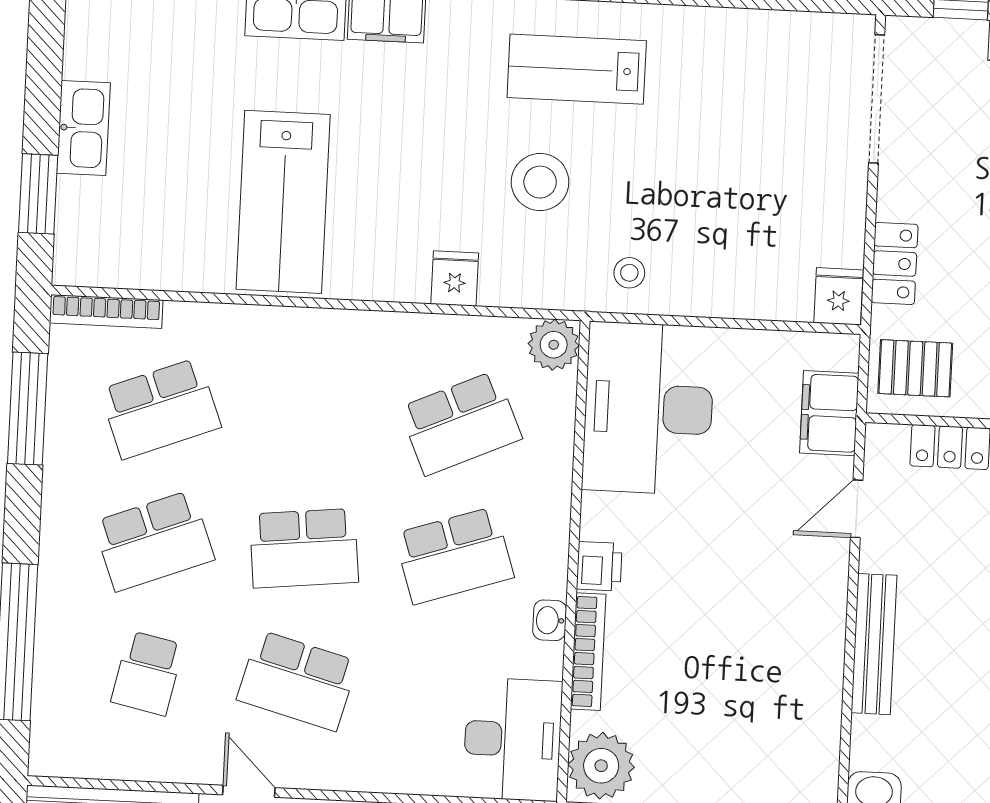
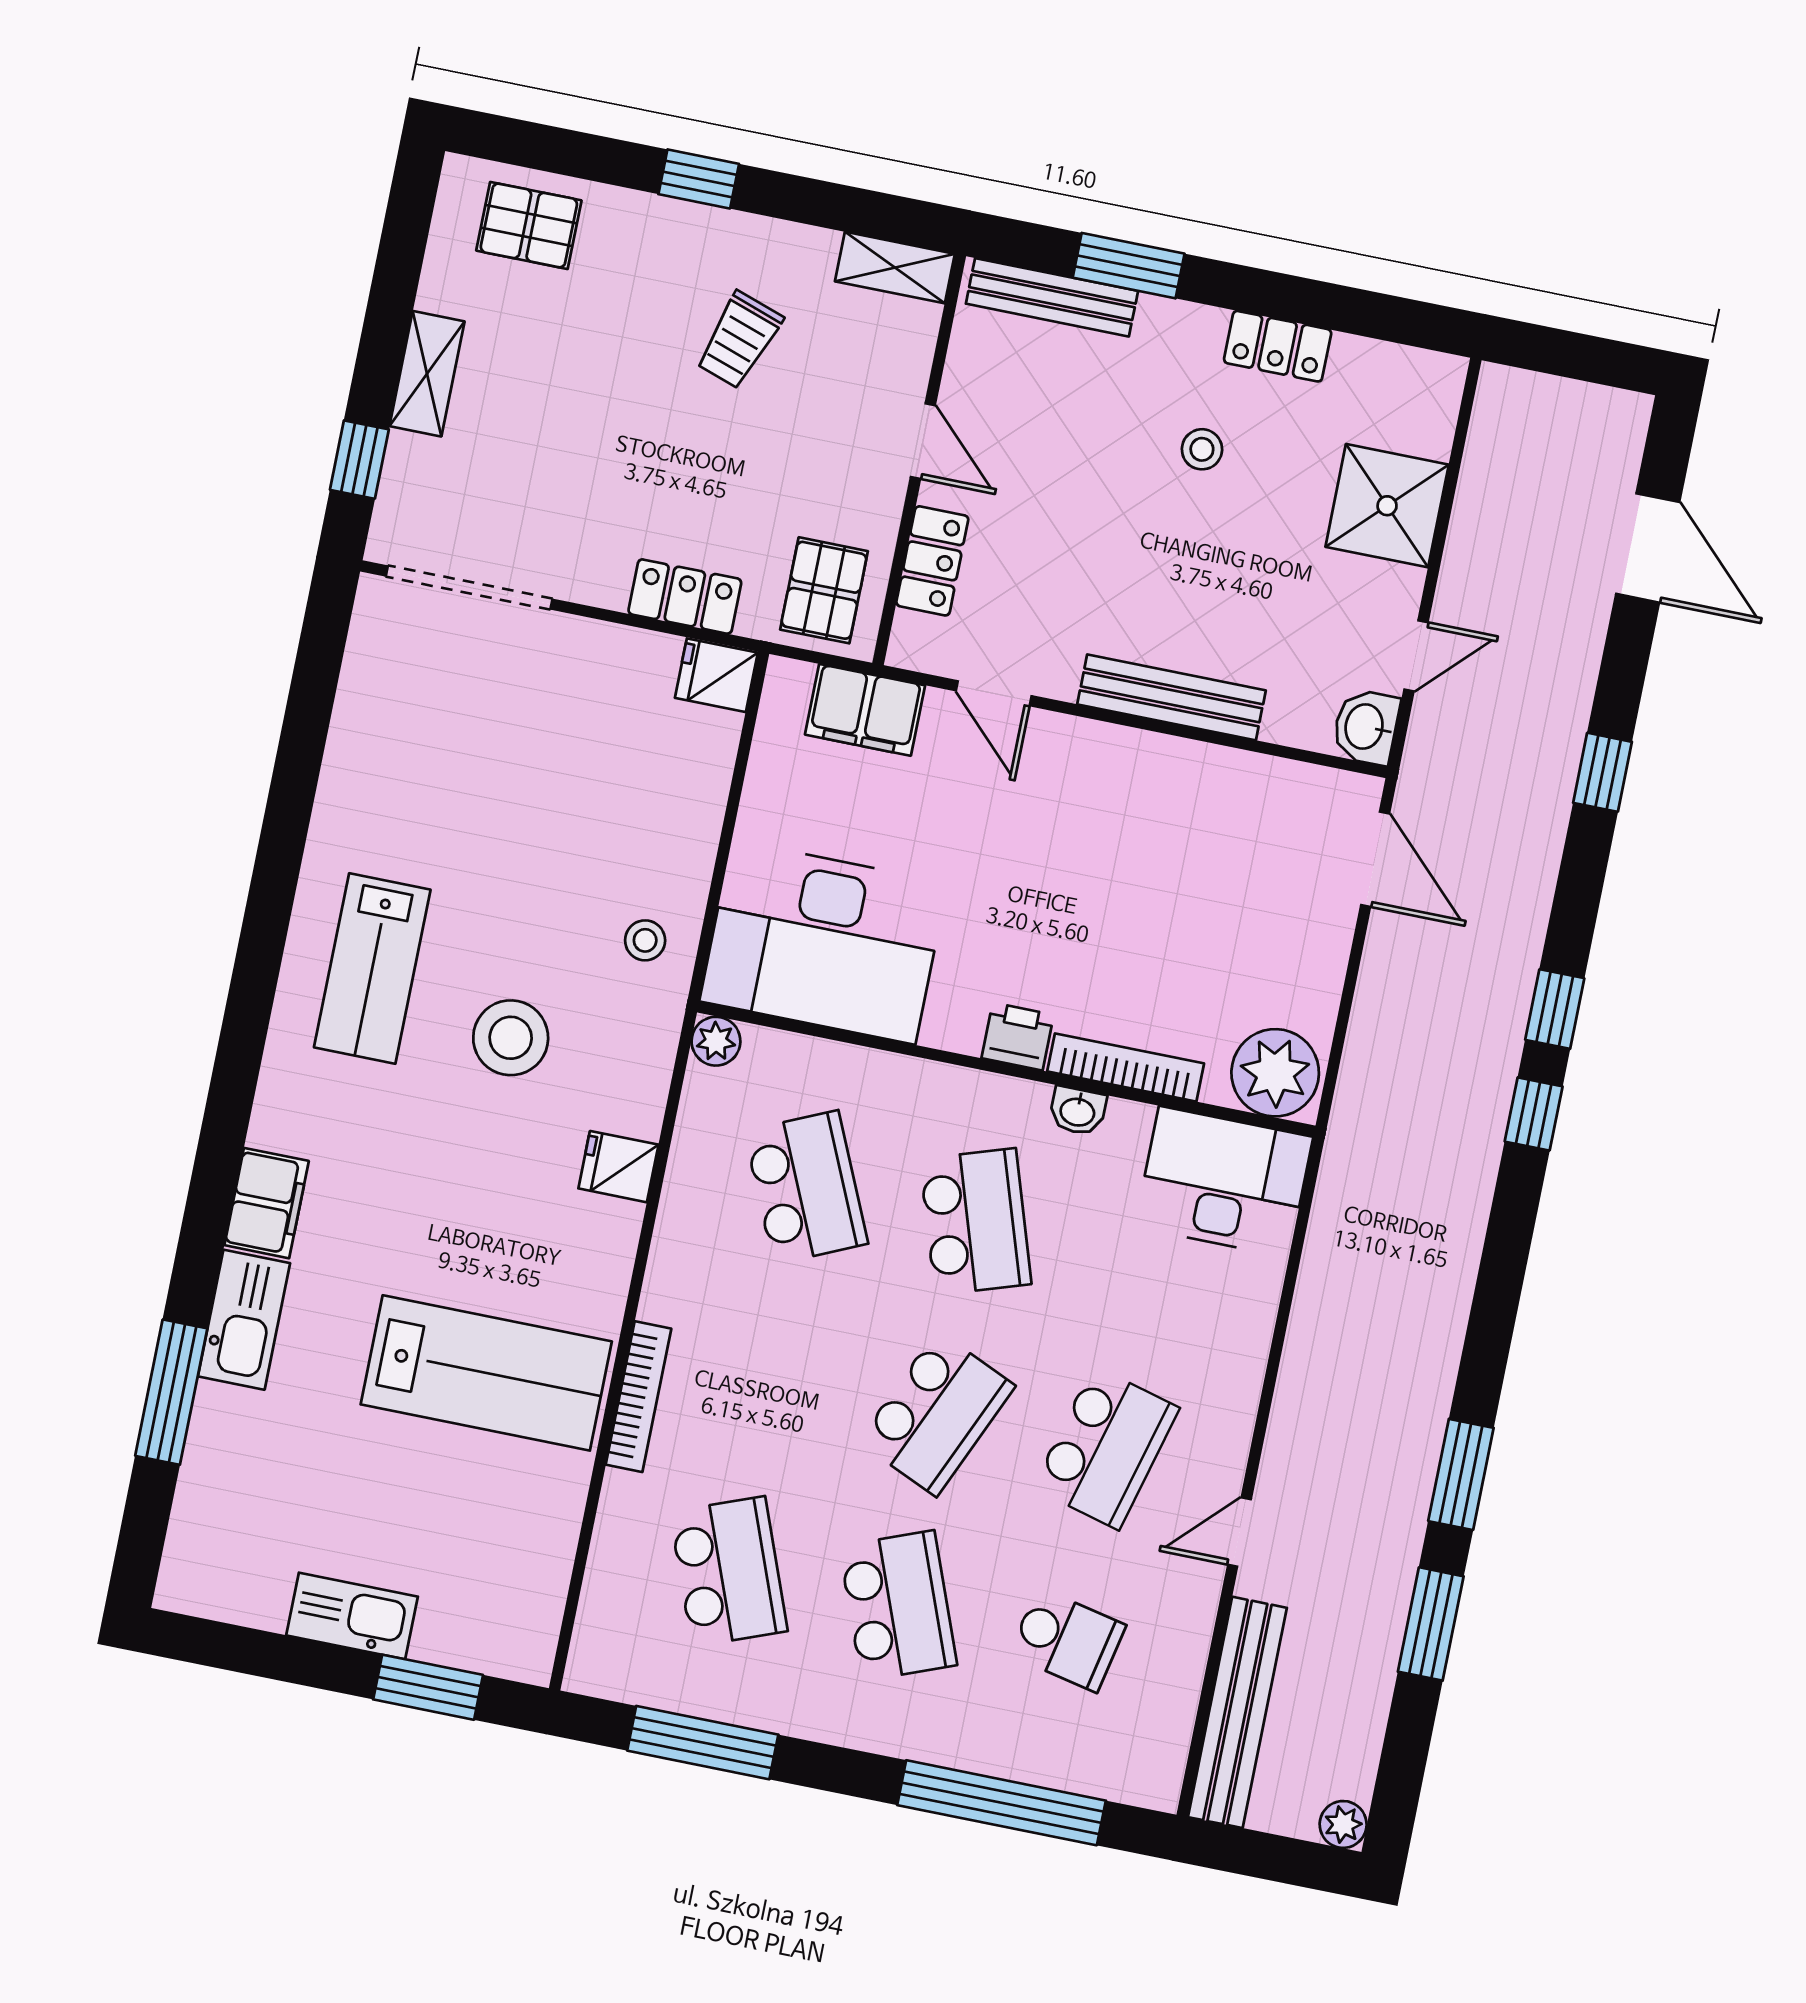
bookcase: (106, 311) -> (639, 1397), moved
plant: (554, 345) -> (716, 1041), width x0.73, depth x0.73
school desk: (304, 548) -> (937, 1414), turned 30

